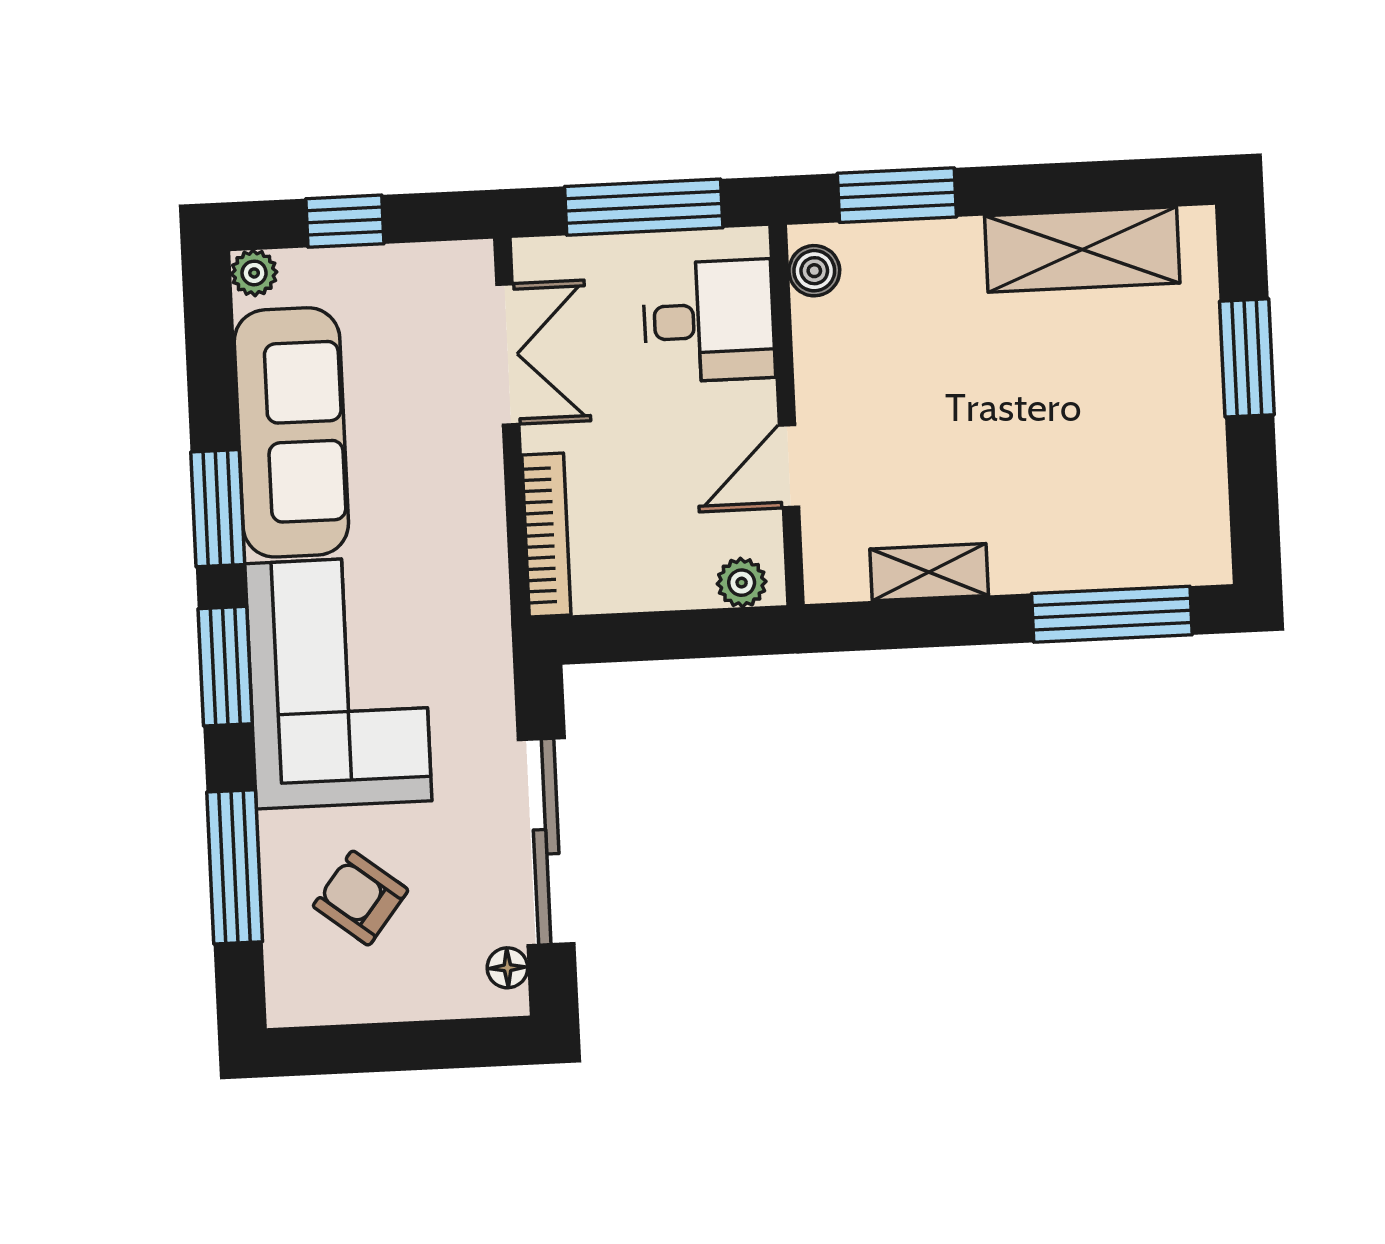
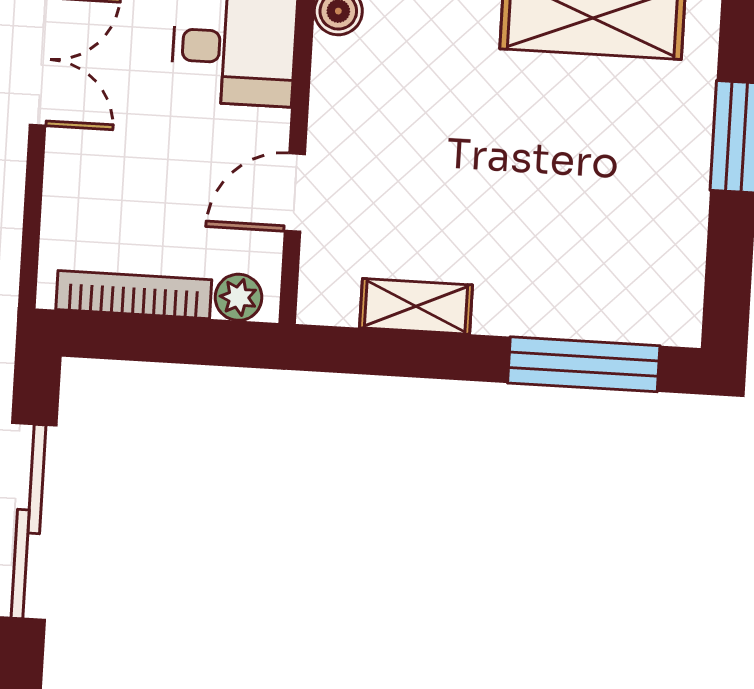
bookcase: (546, 535) -> (134, 295), moved, turned -90

